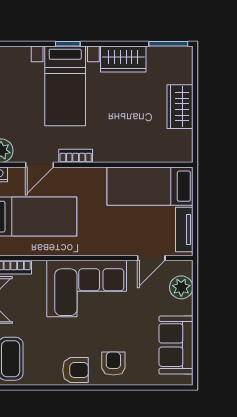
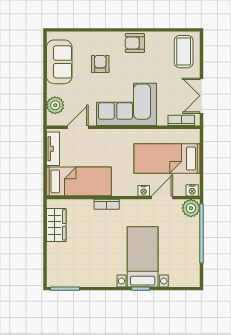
wardrobe: (123, 59) -> (99, 277), removed
wardrobe: (180, 107) -> (56, 225), moved
bookcase: (76, 156) -> (107, 204), moved
nightstand: (64, 174) -> (144, 191), added
armchair: (113, 364) -> (100, 64), moved, turned 180

